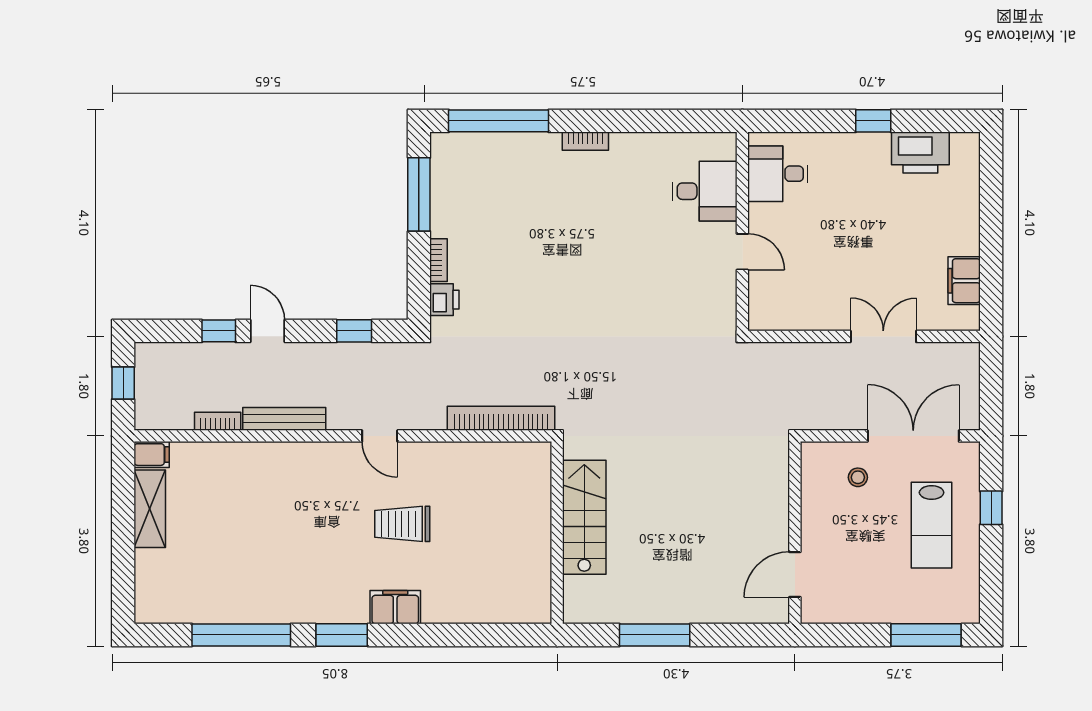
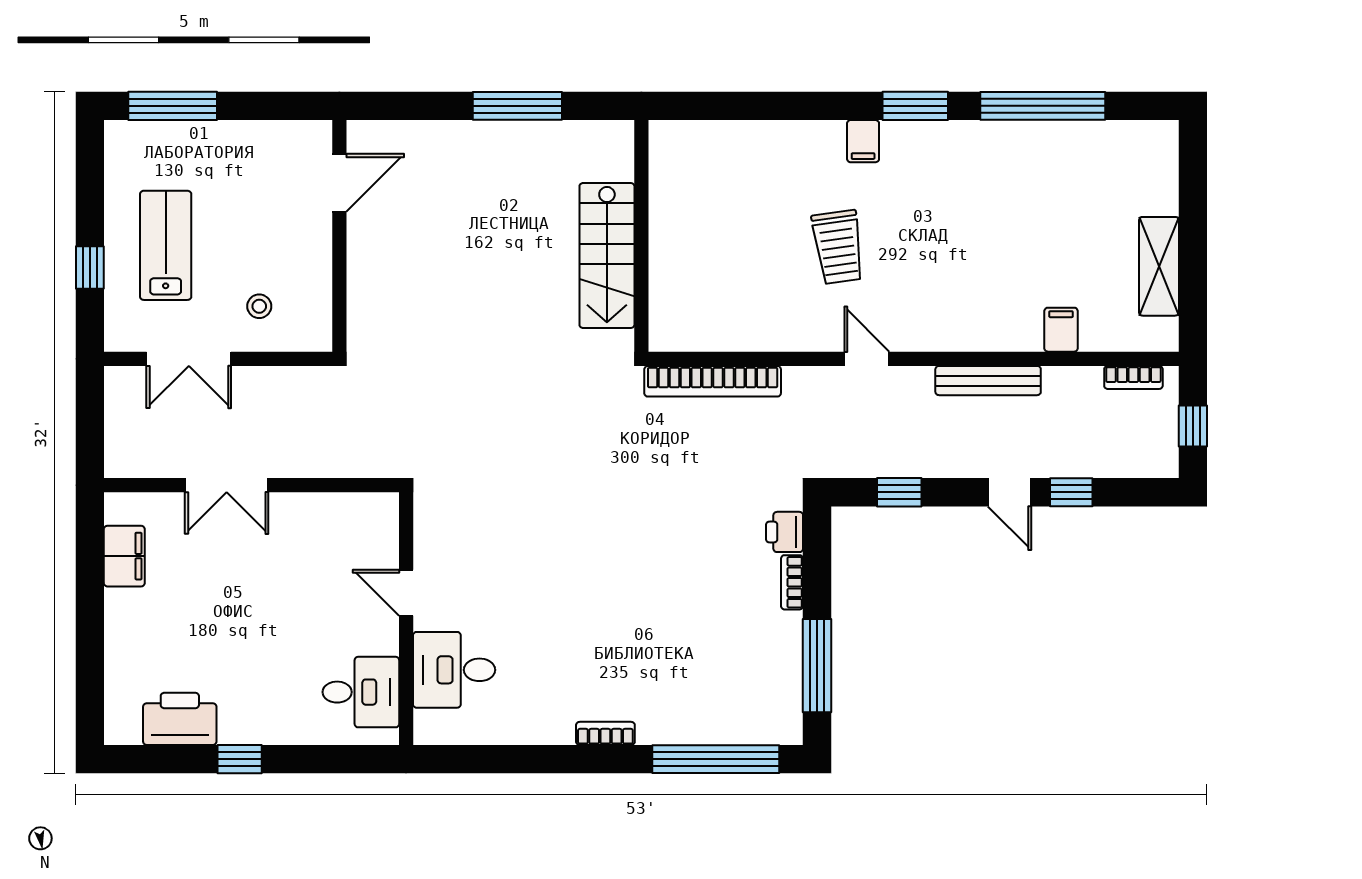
bookcase: (218, 421) -> (1133, 377), moved
double door: (913, 436) -> (189, 359), width x0.73
filing cabinet: (152, 455) -> (1061, 330), moved, turned 90
trolley: (402, 524) -> (838, 247), turned 82
filing cabinet: (395, 607) -> (863, 141), width x0.50

